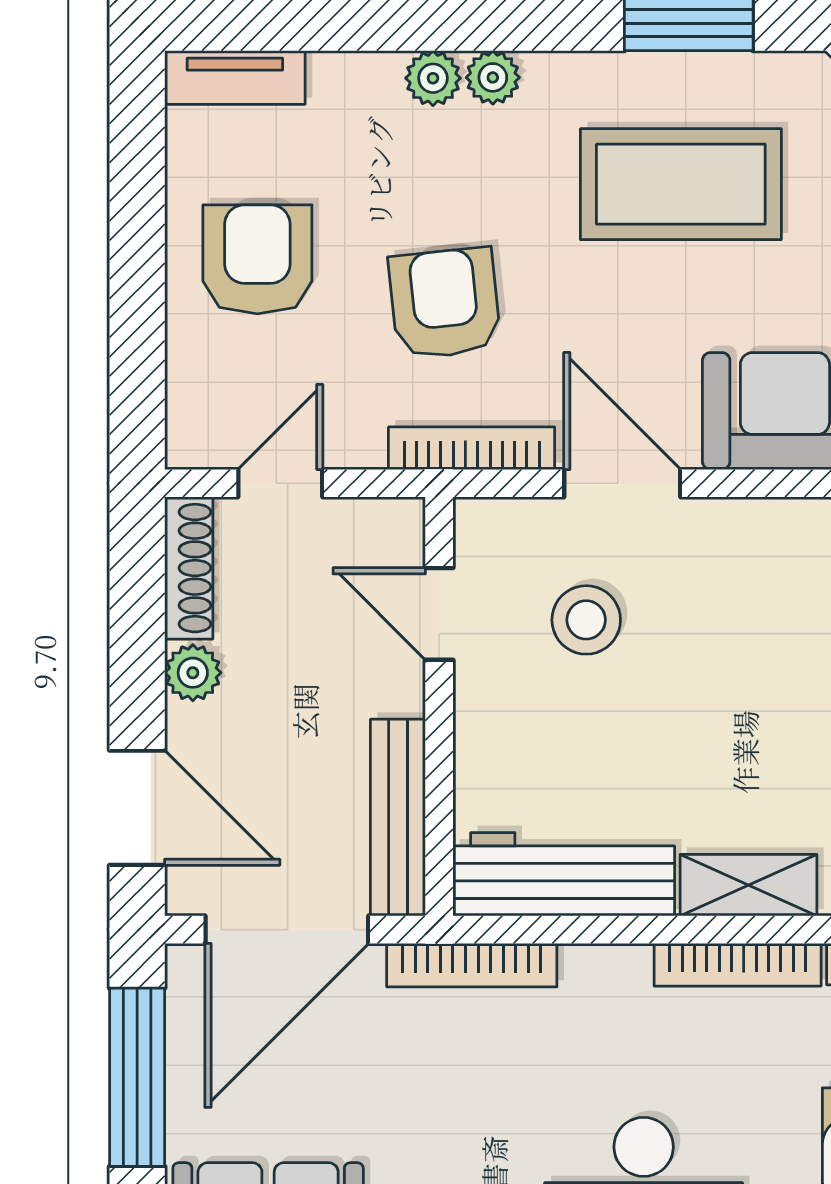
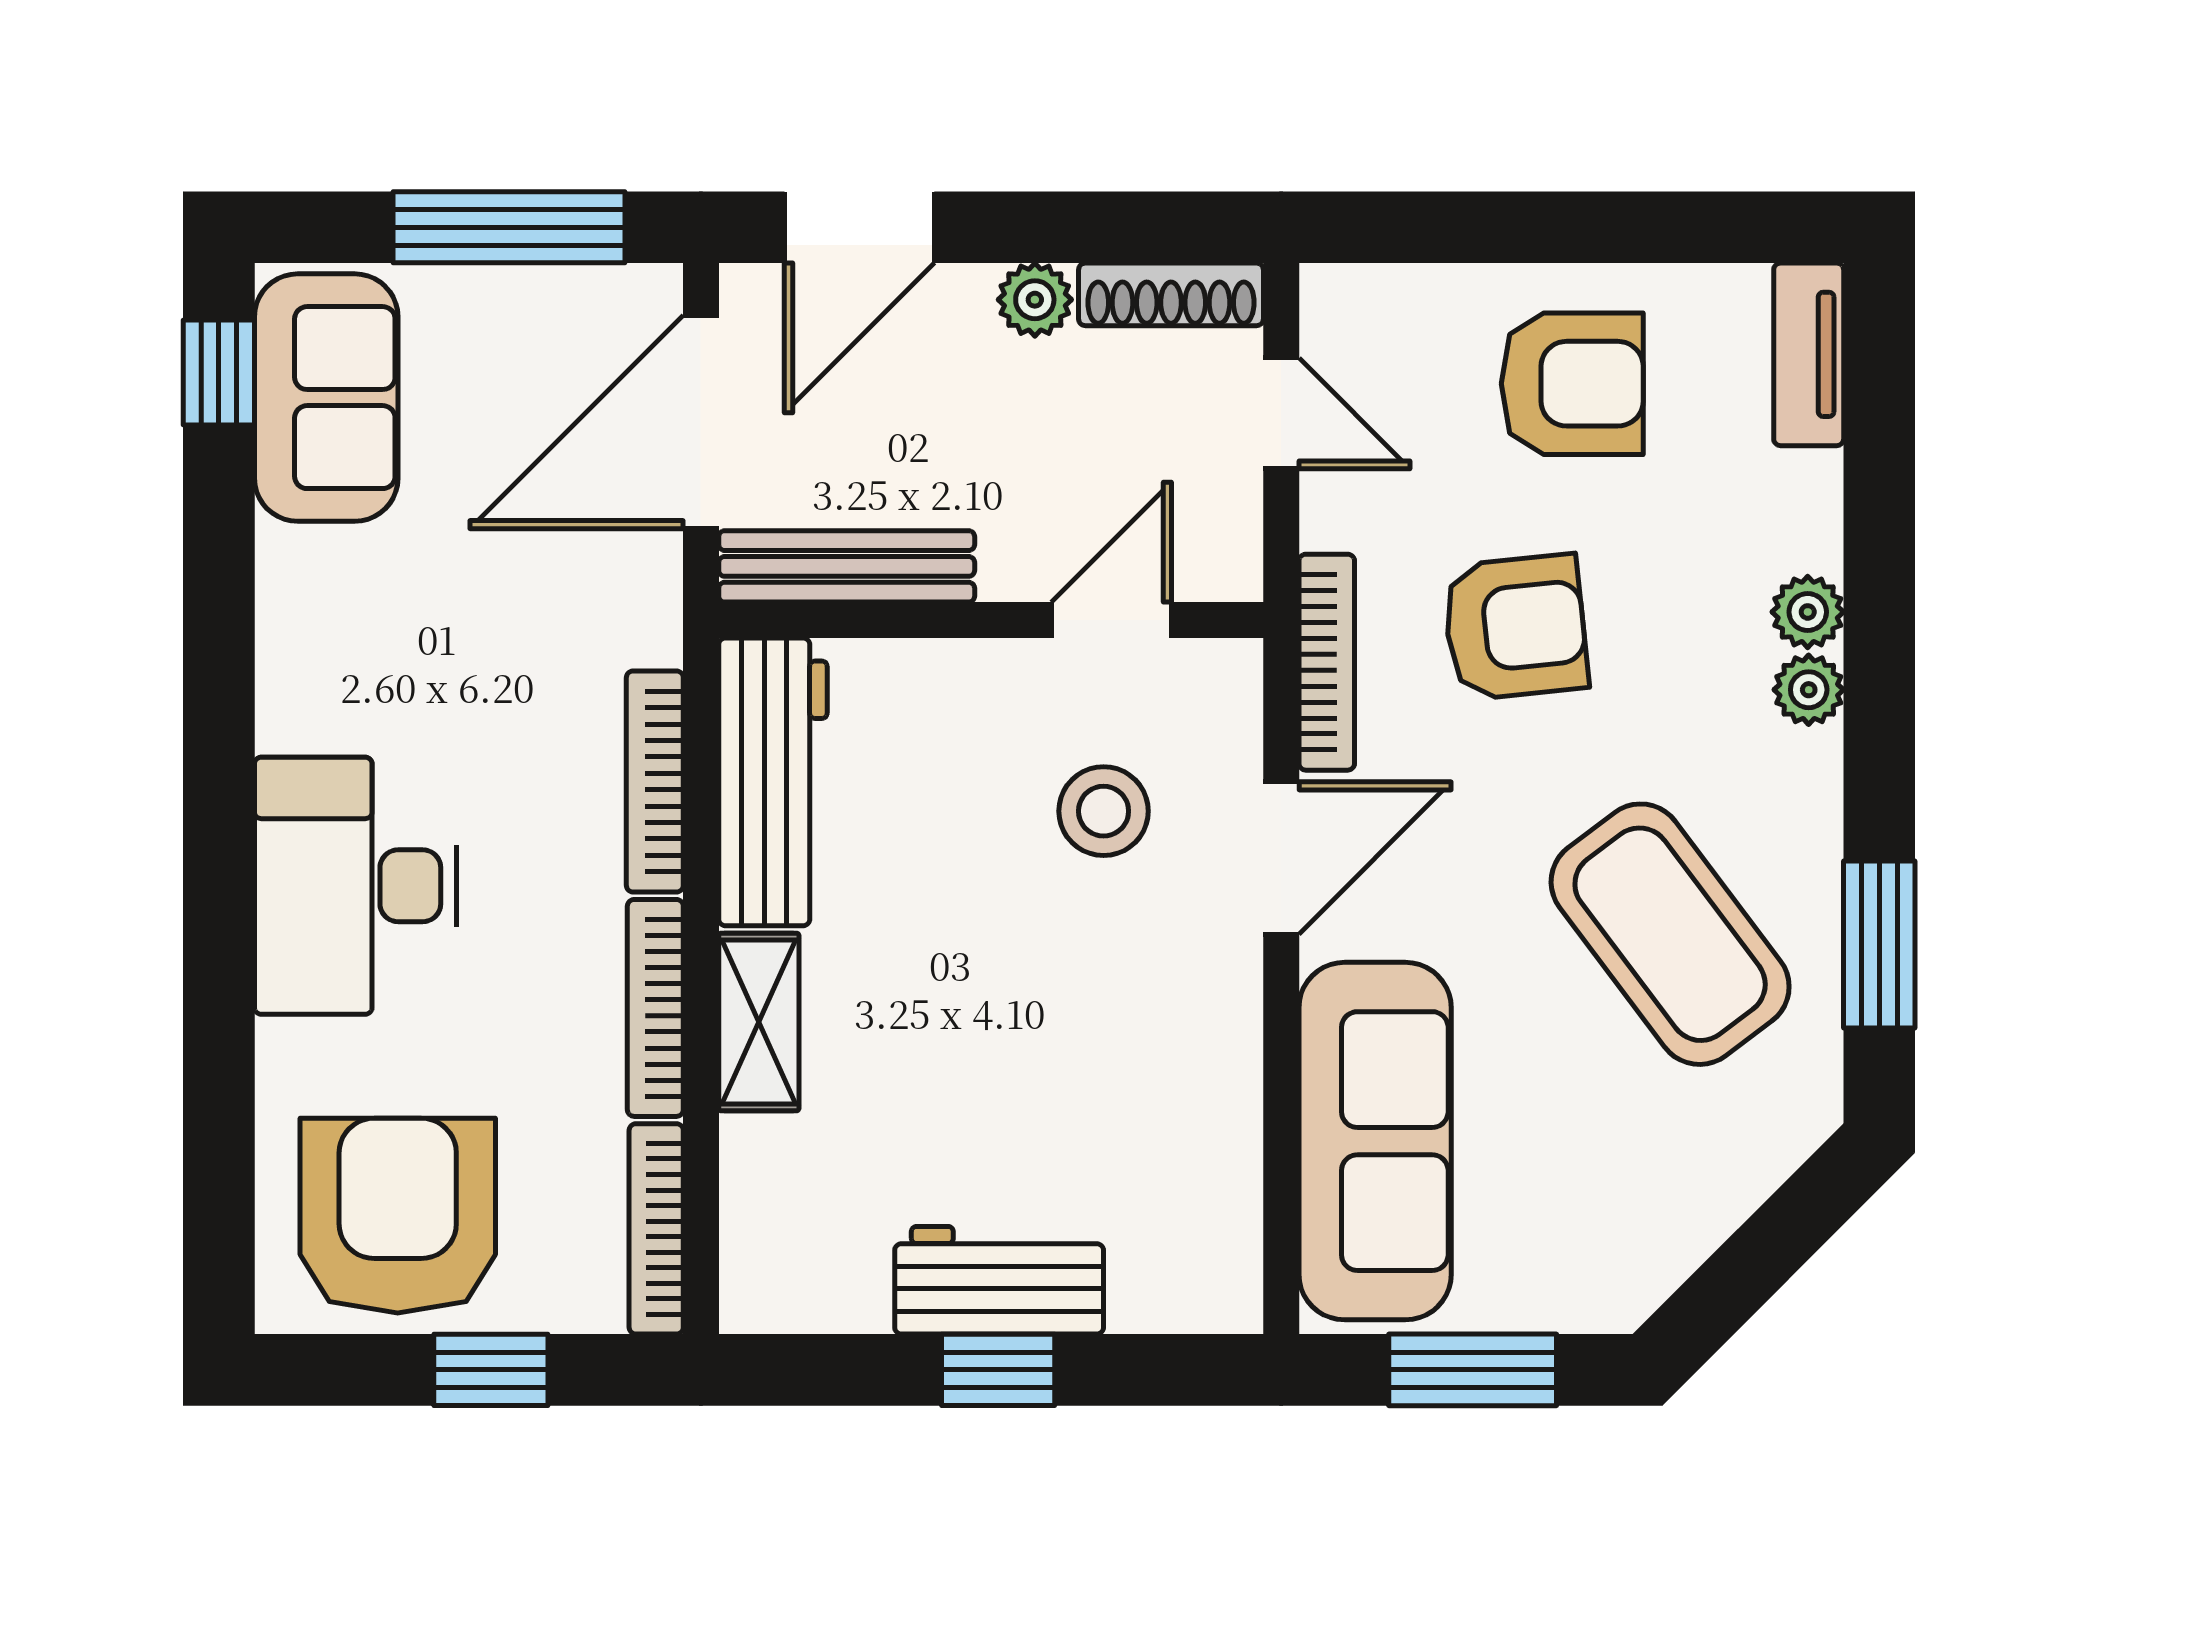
coffee table: (681, 184) -> (1670, 934), turned -37
door: (287, 930) -> (701, 422), hinge flipped
bookcase: (472, 965) -> (655, 781), moved

